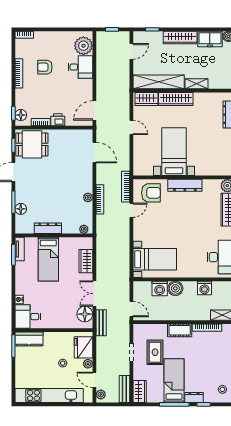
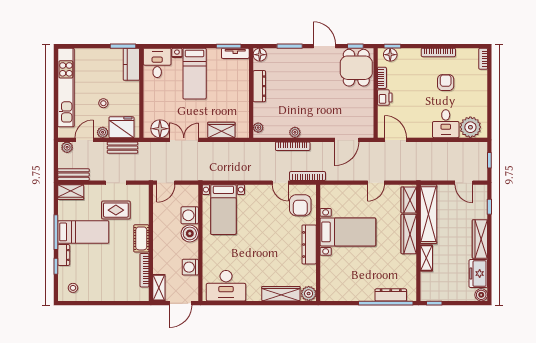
floor lamp: (21, 209) -> (260, 55), moved
bed: (48, 259) -> (195, 74), moved, turned -90
bench: (101, 323) -> (122, 148), moved

